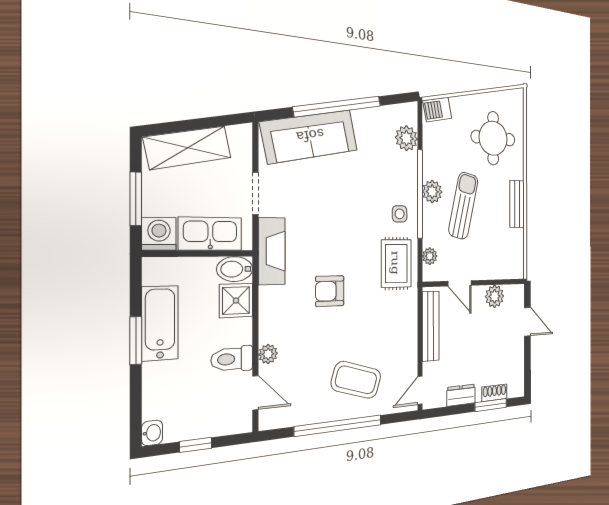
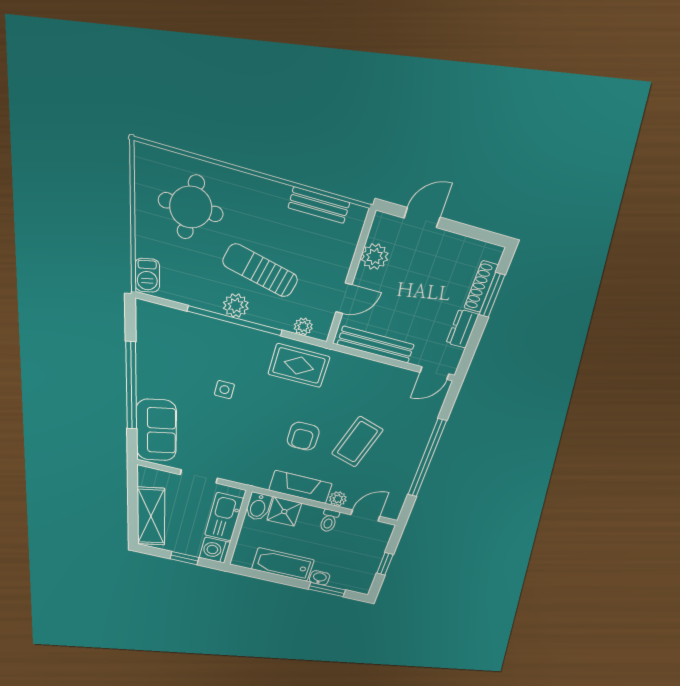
sofa: (310, 136) -> (156, 430), width x0.73
plant: (406, 138) -> (173, 321), removed
window: (136, 199) -> (184, 558), width x0.67
bench: (517, 204) -> (319, 205), moved
side table: (400, 214) -> (224, 390), moved
fireplace: (272, 251) -> (300, 487), moved
window: (136, 341) -> (327, 589), moved
toilet: (232, 359) -> (329, 521), width x0.73, depth x0.72
coffee table: (356, 380) -> (357, 442), moved
door: (420, 390) -> (434, 373), hinge flipped
shoe rack: (494, 393) -> (481, 287), width x1.43
washbasin: (152, 433) -> (320, 578), moved

